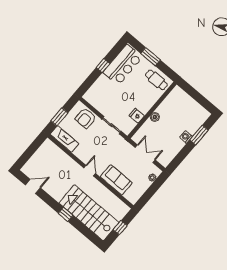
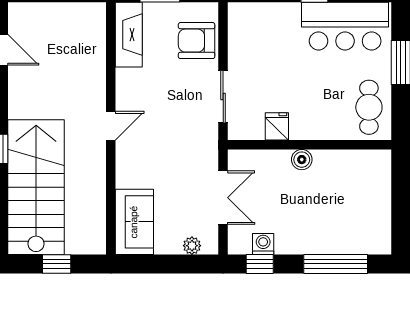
window: (199, 135) -> (336, 264), width x1.44
washing machine: (186, 137) -> (263, 244), moved
window: (178, 160) -> (260, 264), added
sofa: (116, 180) -> (134, 222), moved

